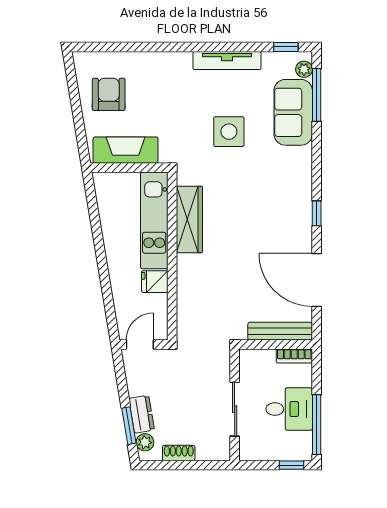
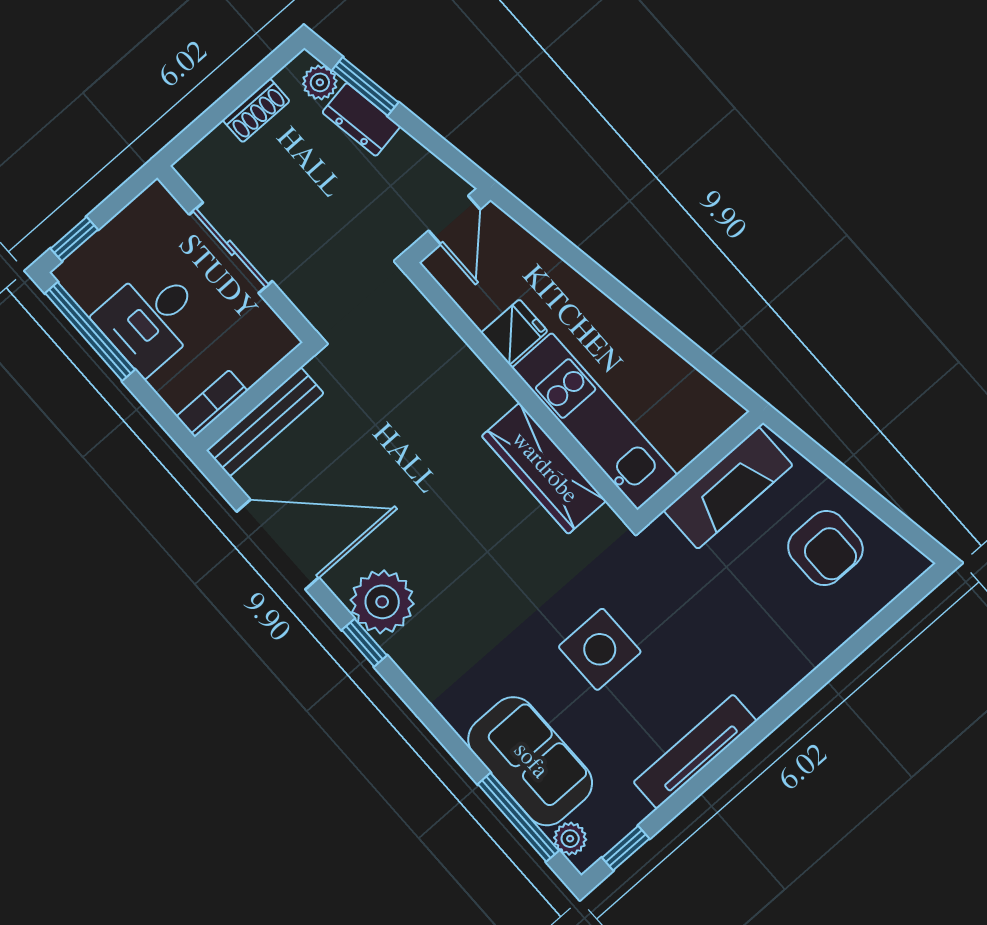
plant: (296, 223) -> (382, 602), added

